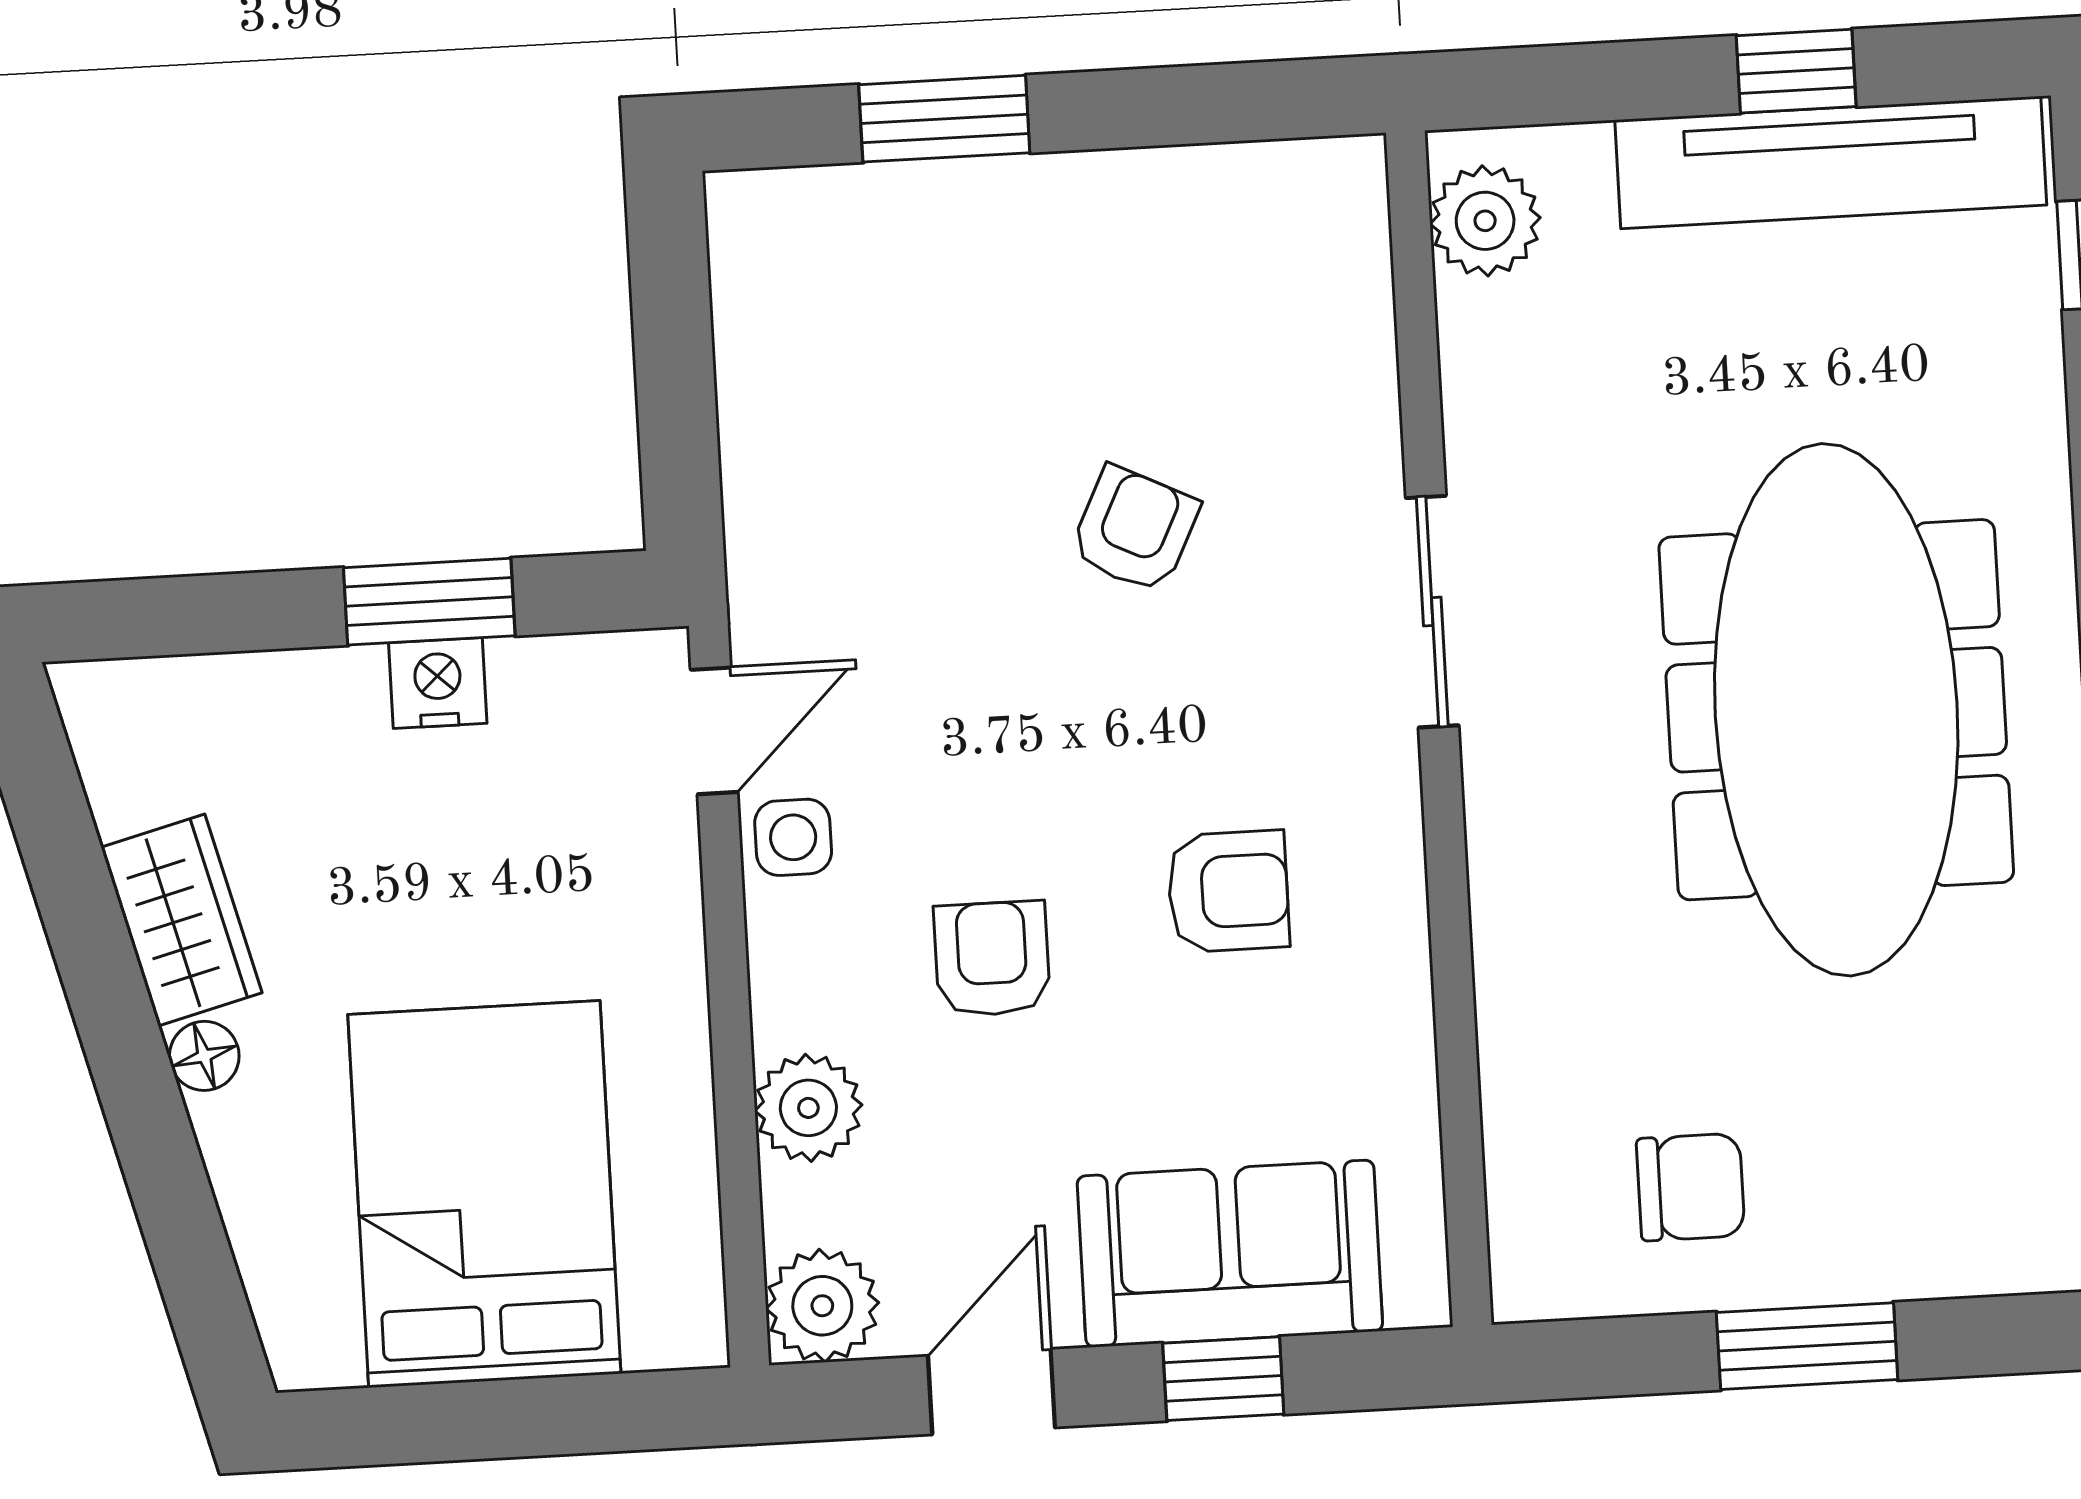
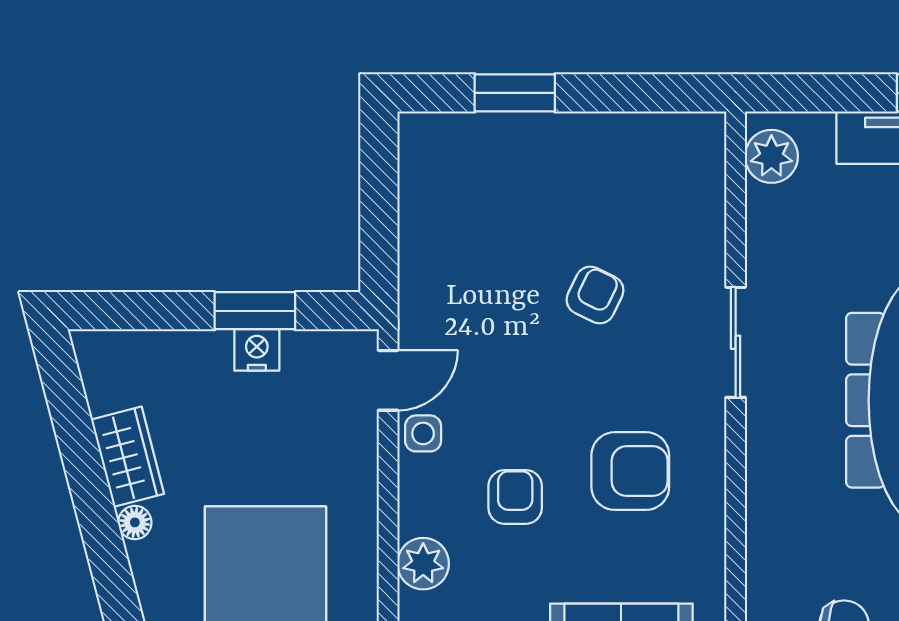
armchair: (1228, 891) -> (630, 471), width x1.38, depth x1.38

